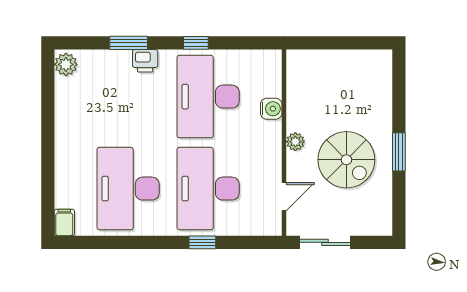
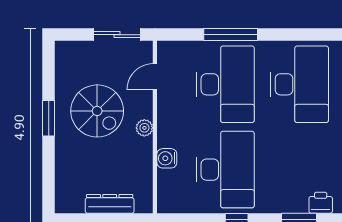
dresser: (333, 60) -> (110, 204), added
printer: (145, 61) -> (321, 203), moved
spiral stairs: (346, 160) -> (97, 111), turned 180
window: (202, 242) -> (231, 35), width x2.17

